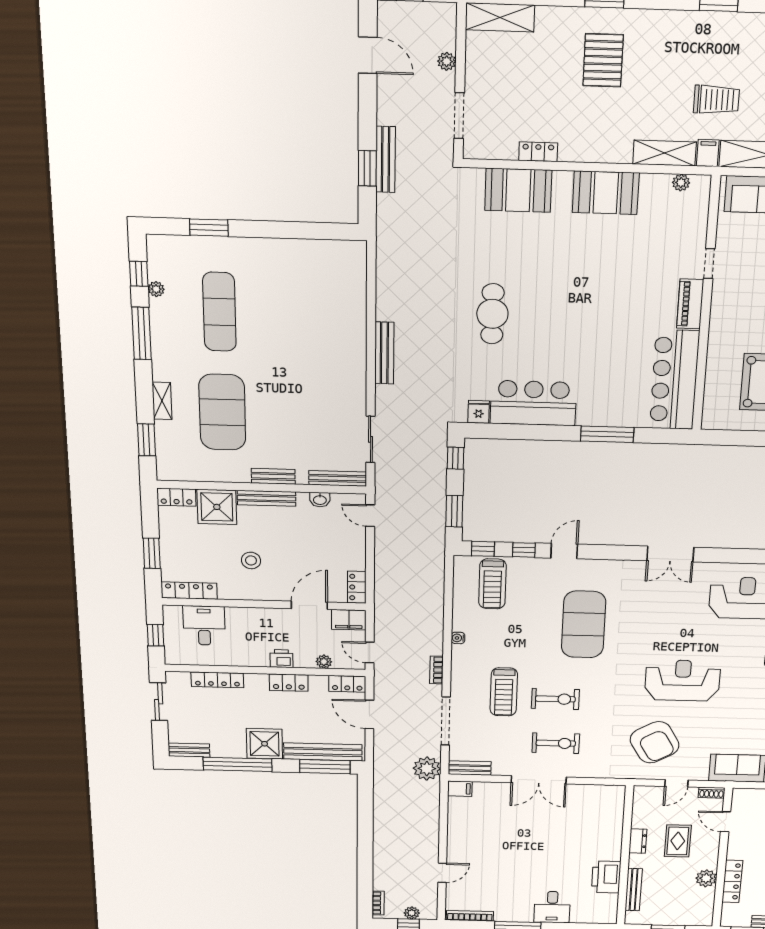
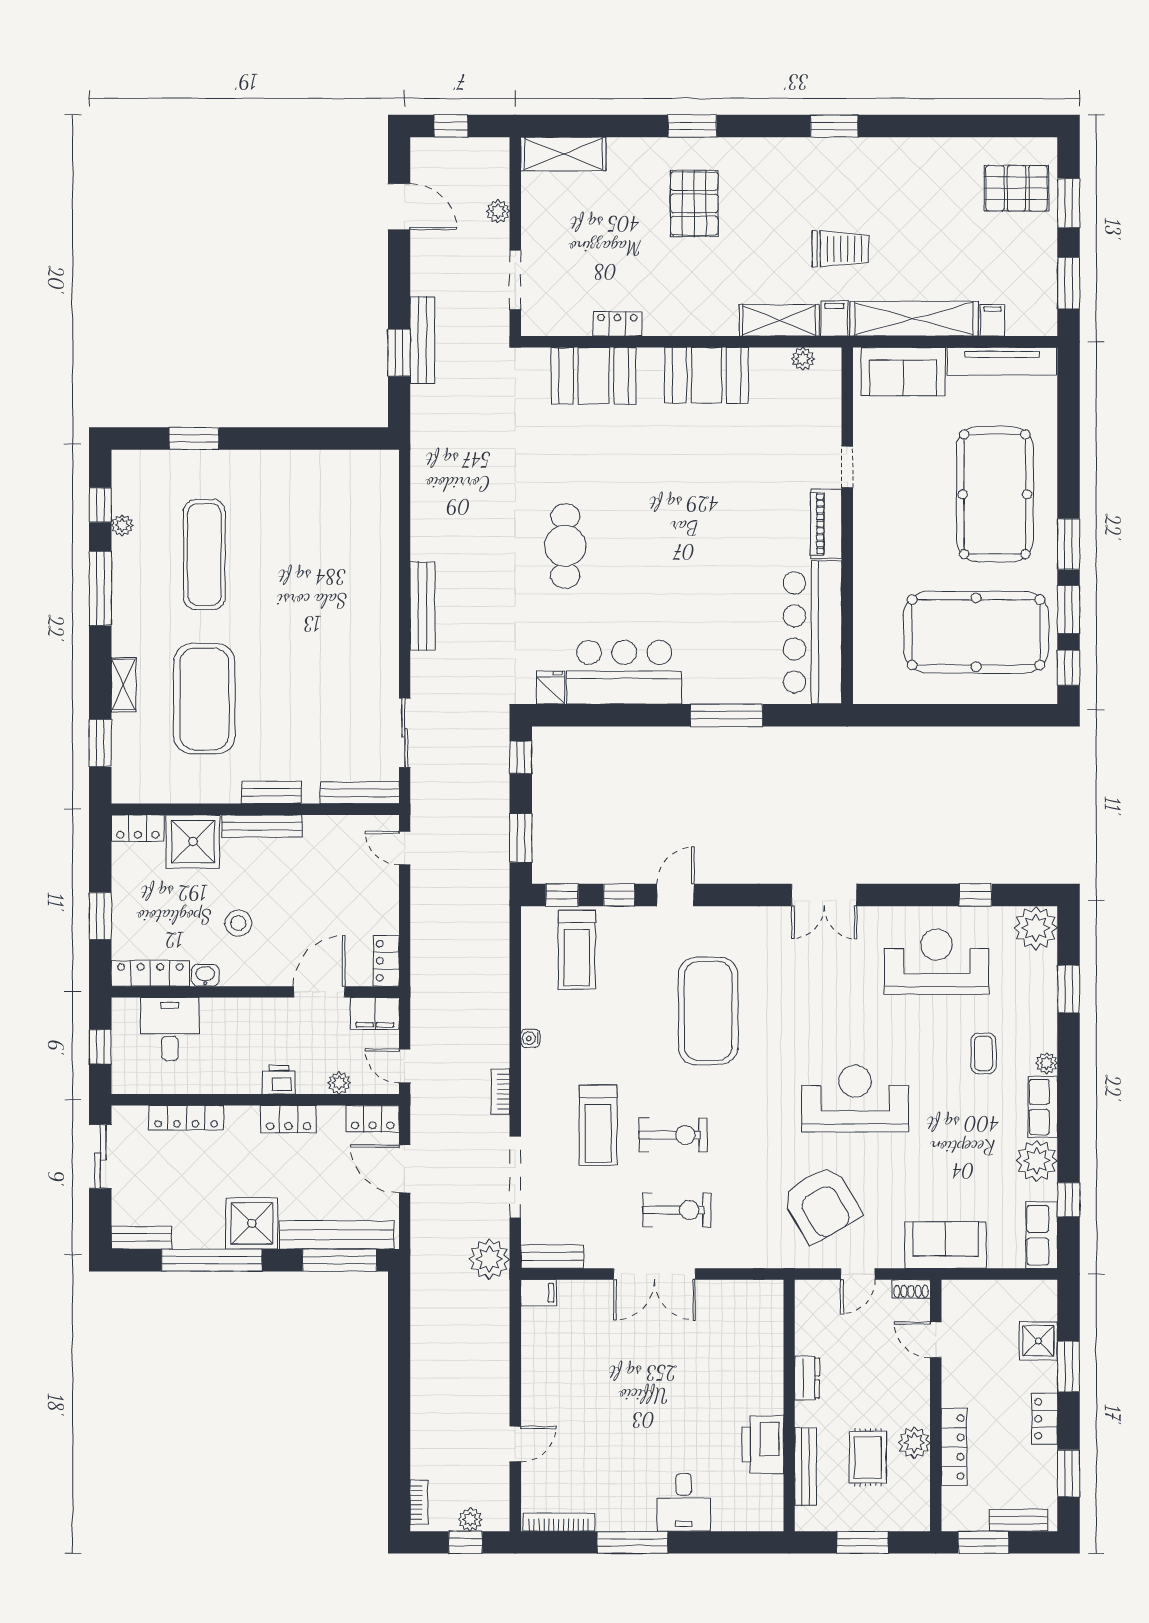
washbasin: (320, 500) -> (205, 975), moved, turned 180
rug: (678, 841) -> (868, 1457), moved

